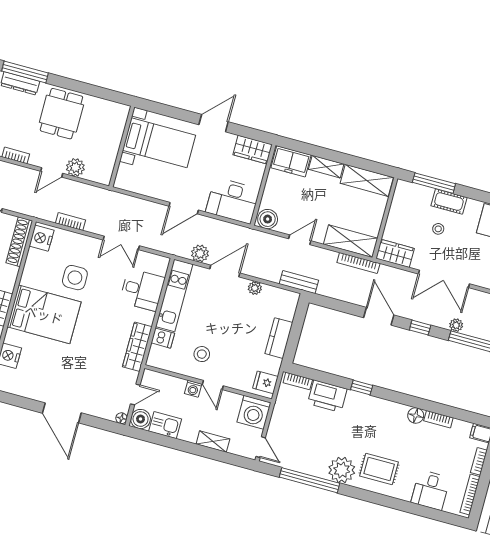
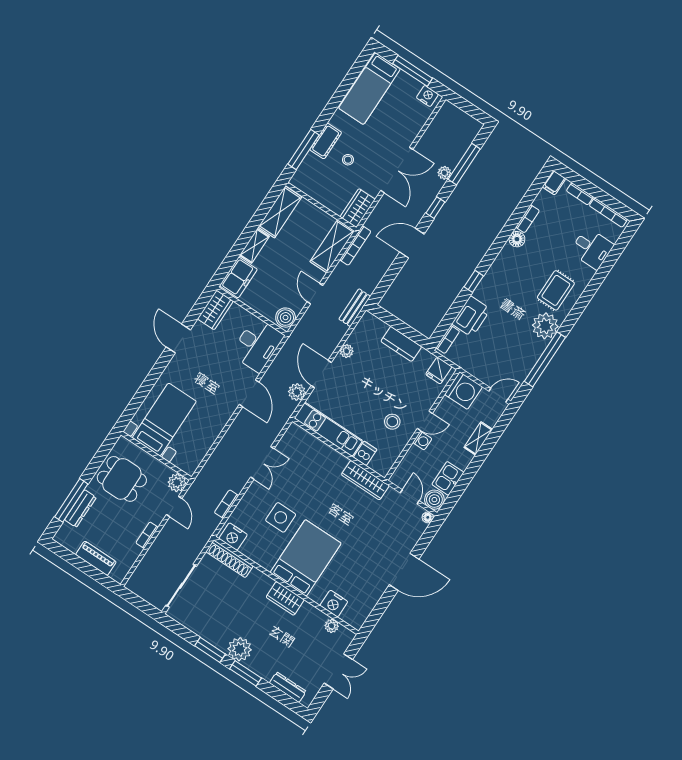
bed with nightstands: (159, 143) -> (164, 419), moved
wall: (122, 147) -> (156, 456), moved
desk: (142, 290) -> (313, 458), removed

